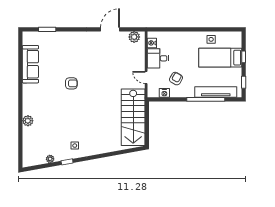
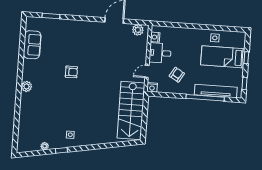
sofa: (30, 64) -> (32, 45), width x0.73
door: (146, 77) -> (147, 71), hinge flipped
nightstand: (164, 93) -> (152, 87), moved
plant: (28, 121) -> (26, 86), moved

